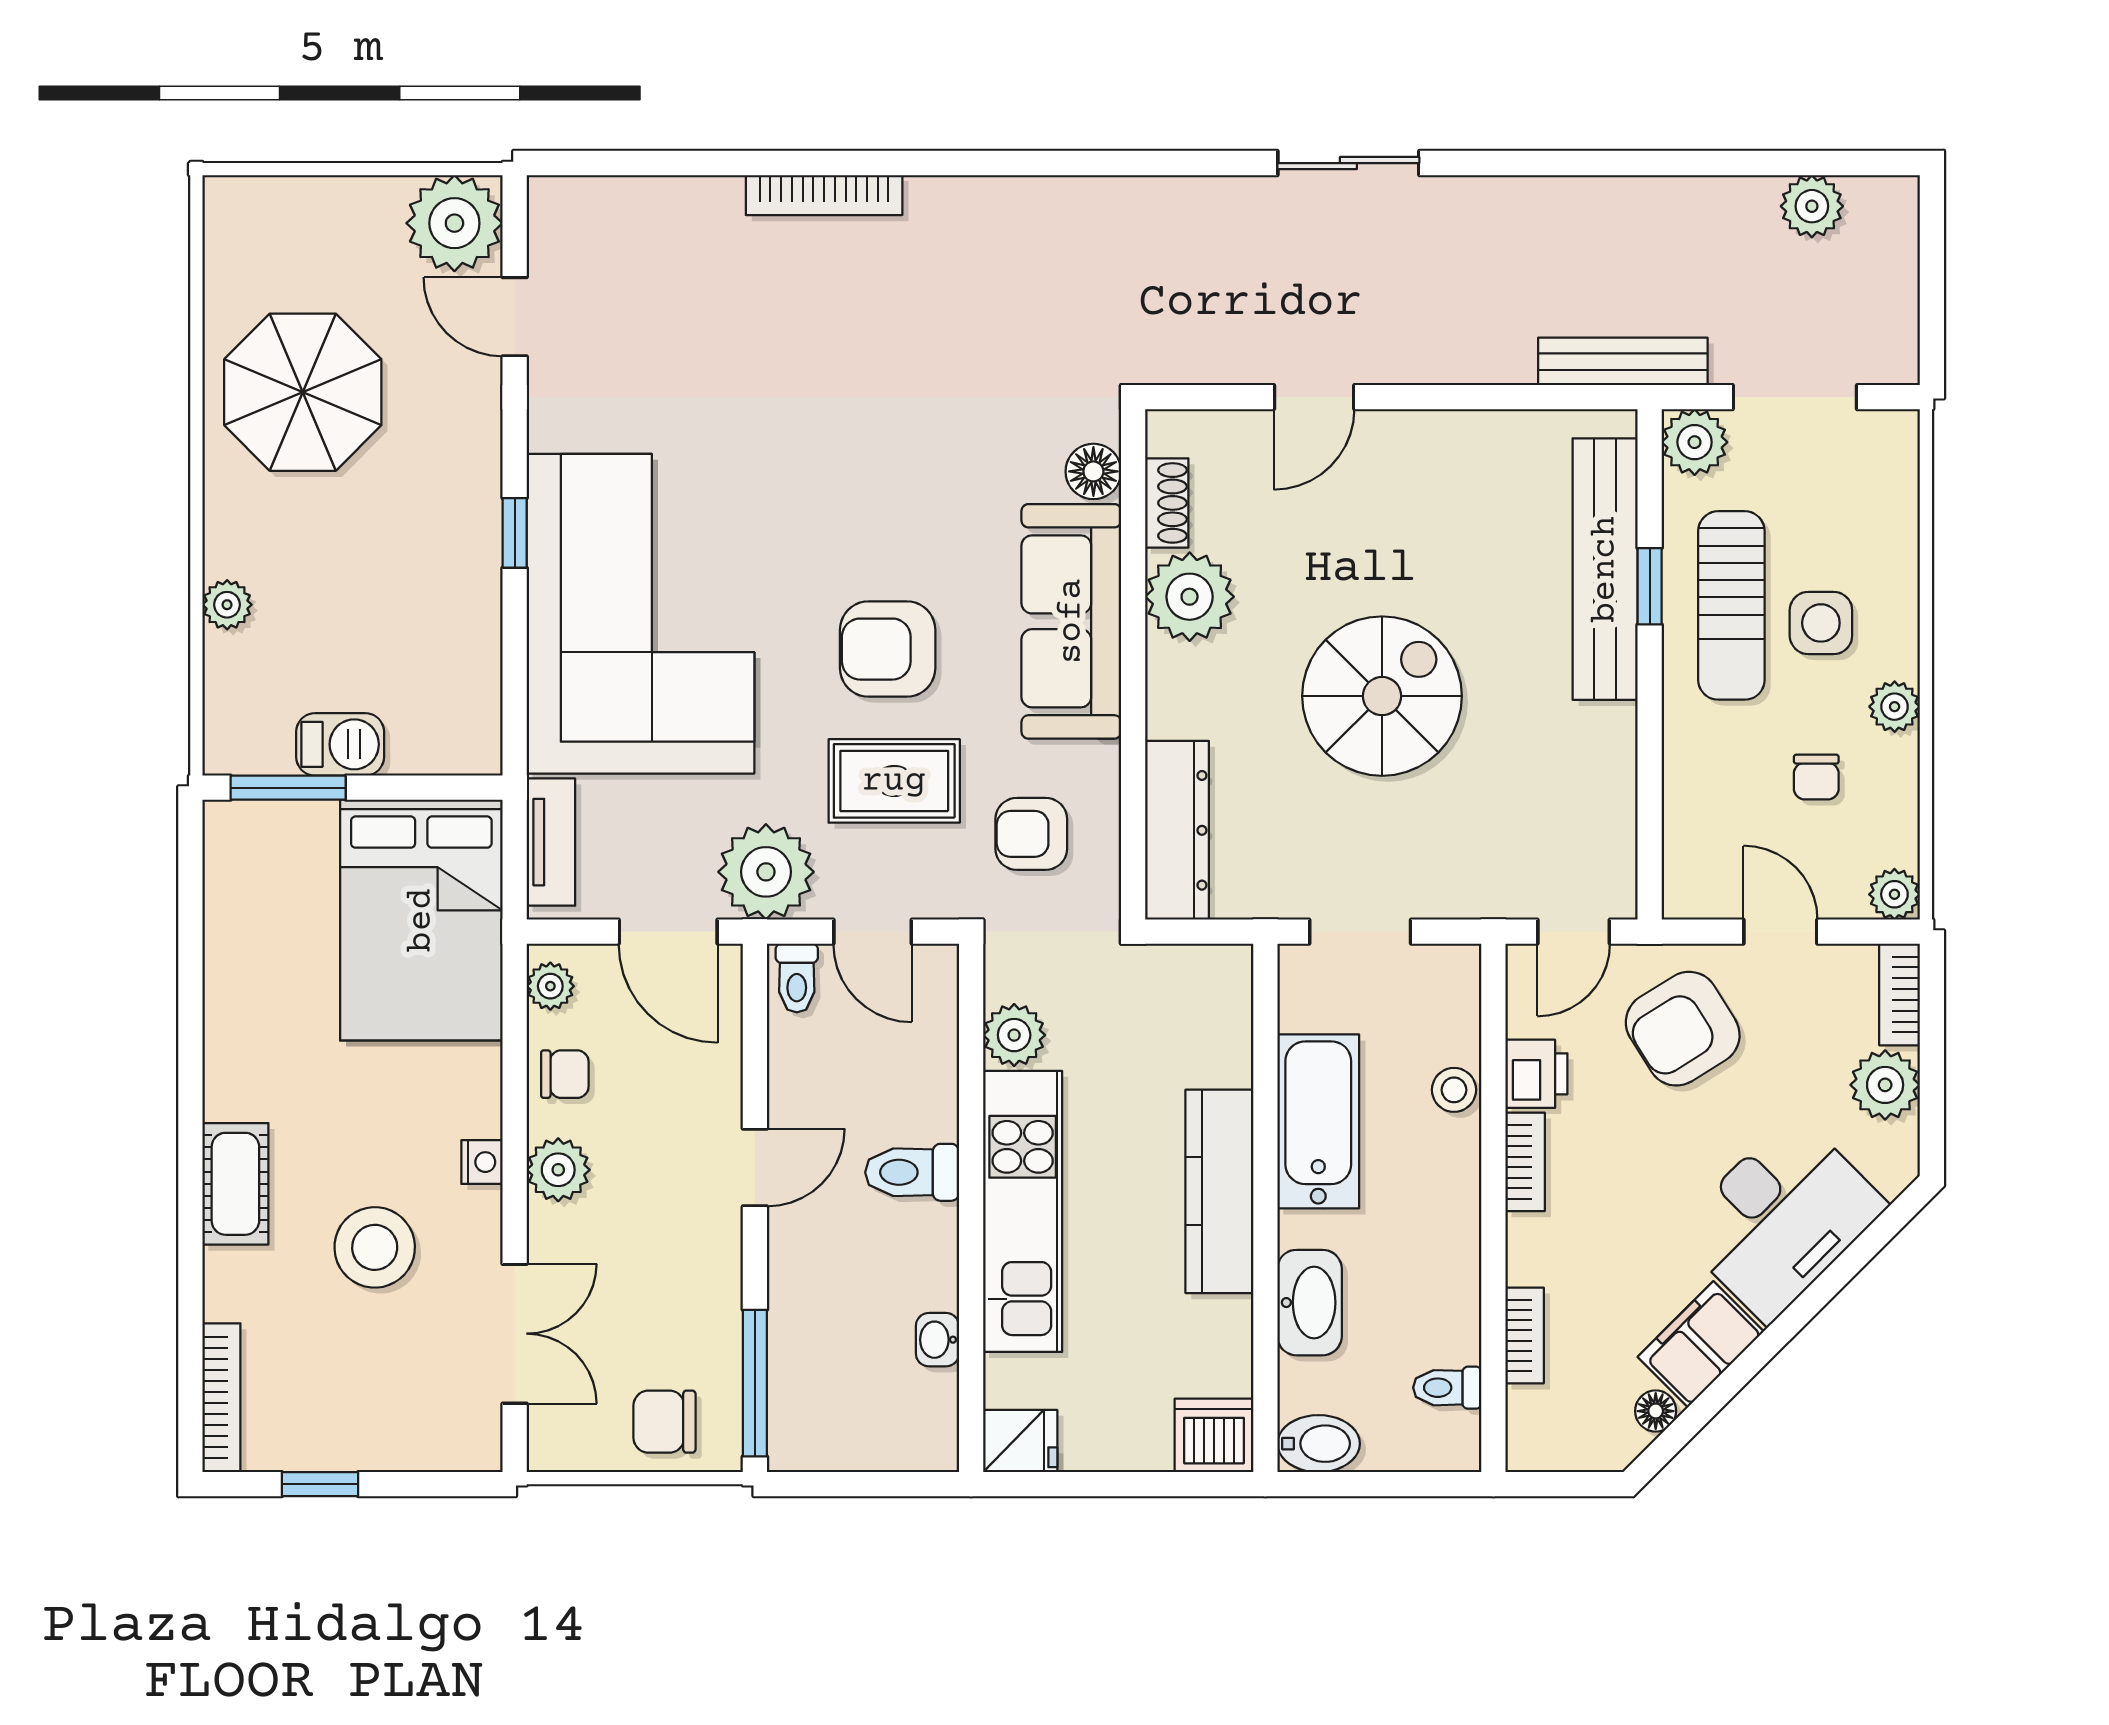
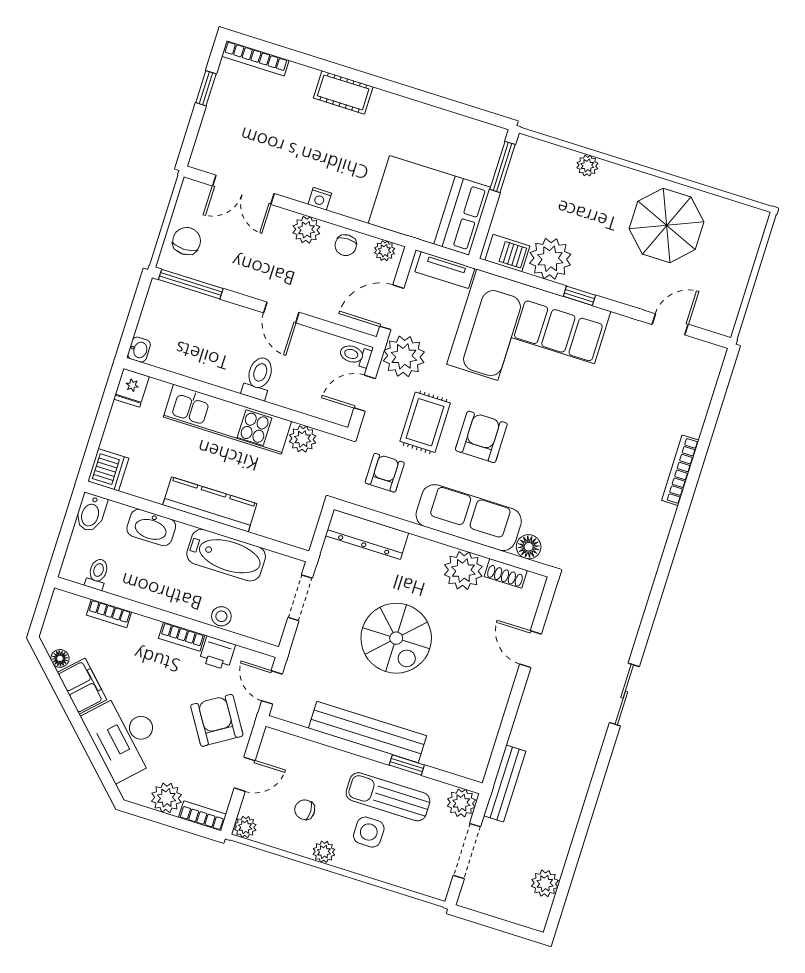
plant: (454, 223) -> (550, 259), moved
bench: (1605, 569) -> (367, 732), moved
barbecue: (340, 744) -> (507, 253), moved, turned -90
stool: (375, 1247) -> (298, 142), removed
washbasin: (937, 1340) -> (139, 350), moved, turned 90

